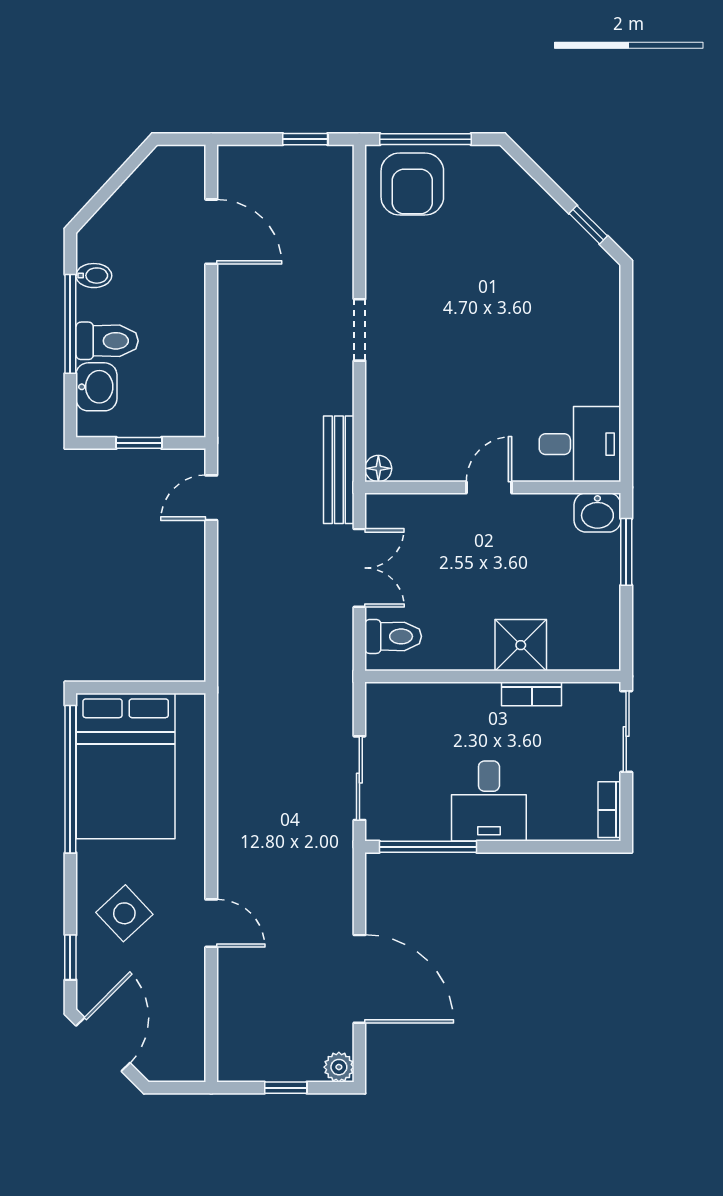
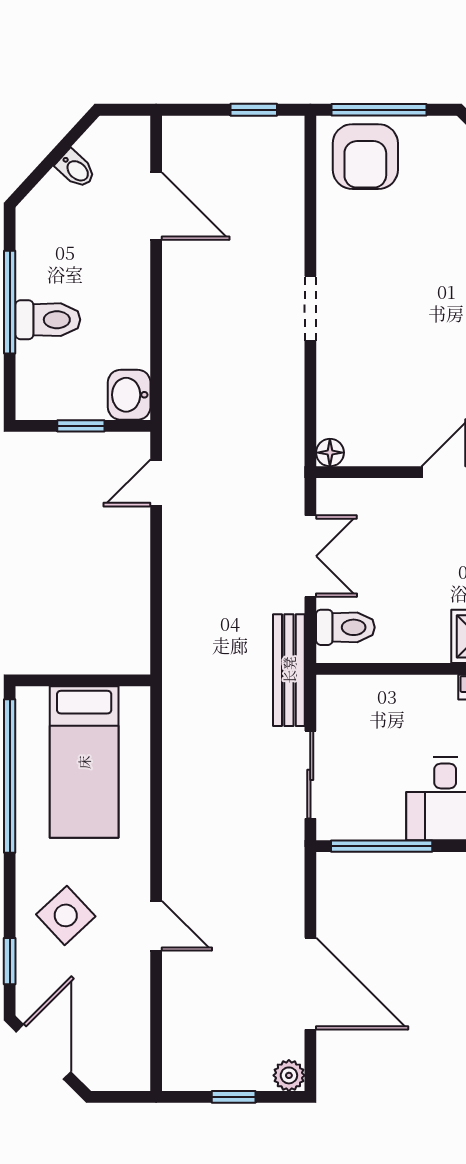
bidet: (94, 276) -> (76, 169), moved, turned 43
washbasin: (96, 387) -> (129, 395), moved, turned 180
bench: (339, 470) -> (289, 670), moved
bed: (126, 766) -> (84, 762), width x0.67

